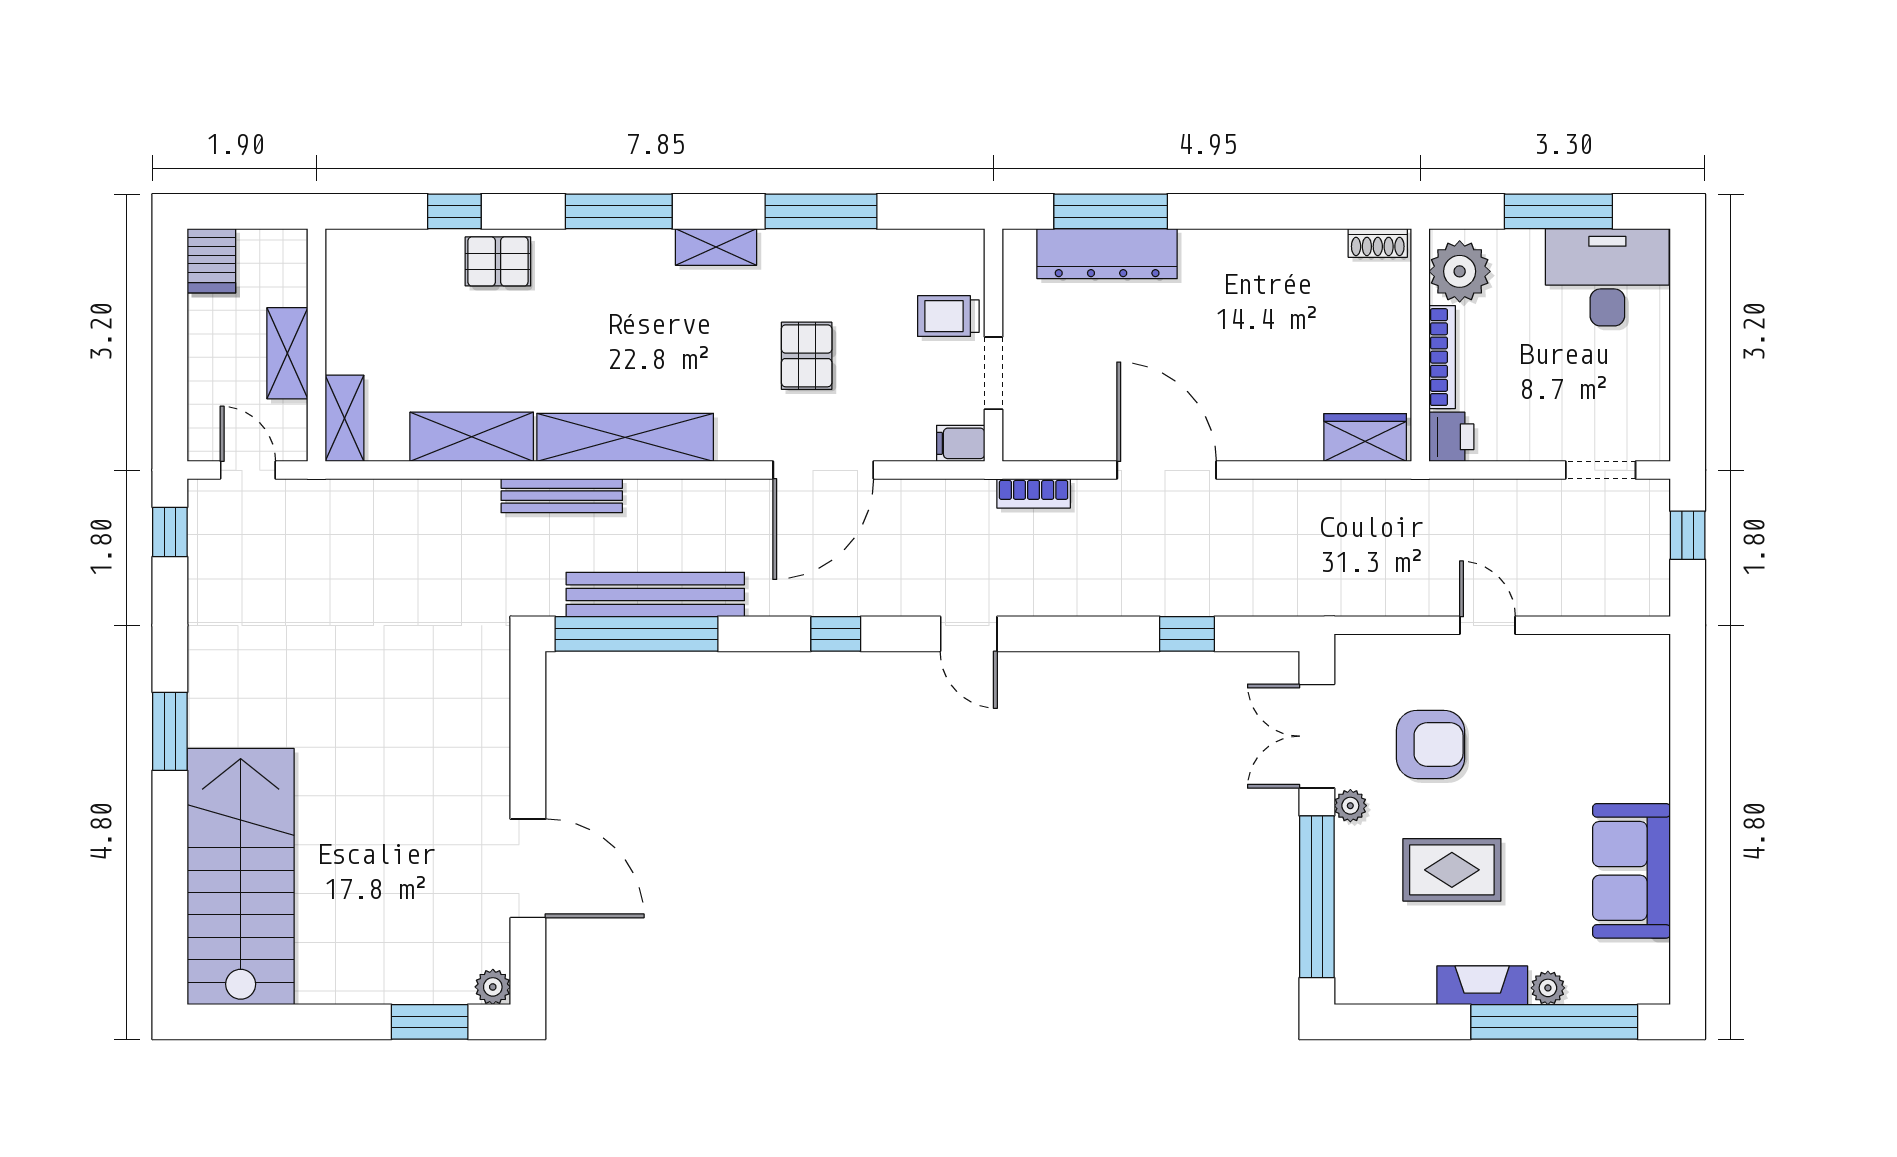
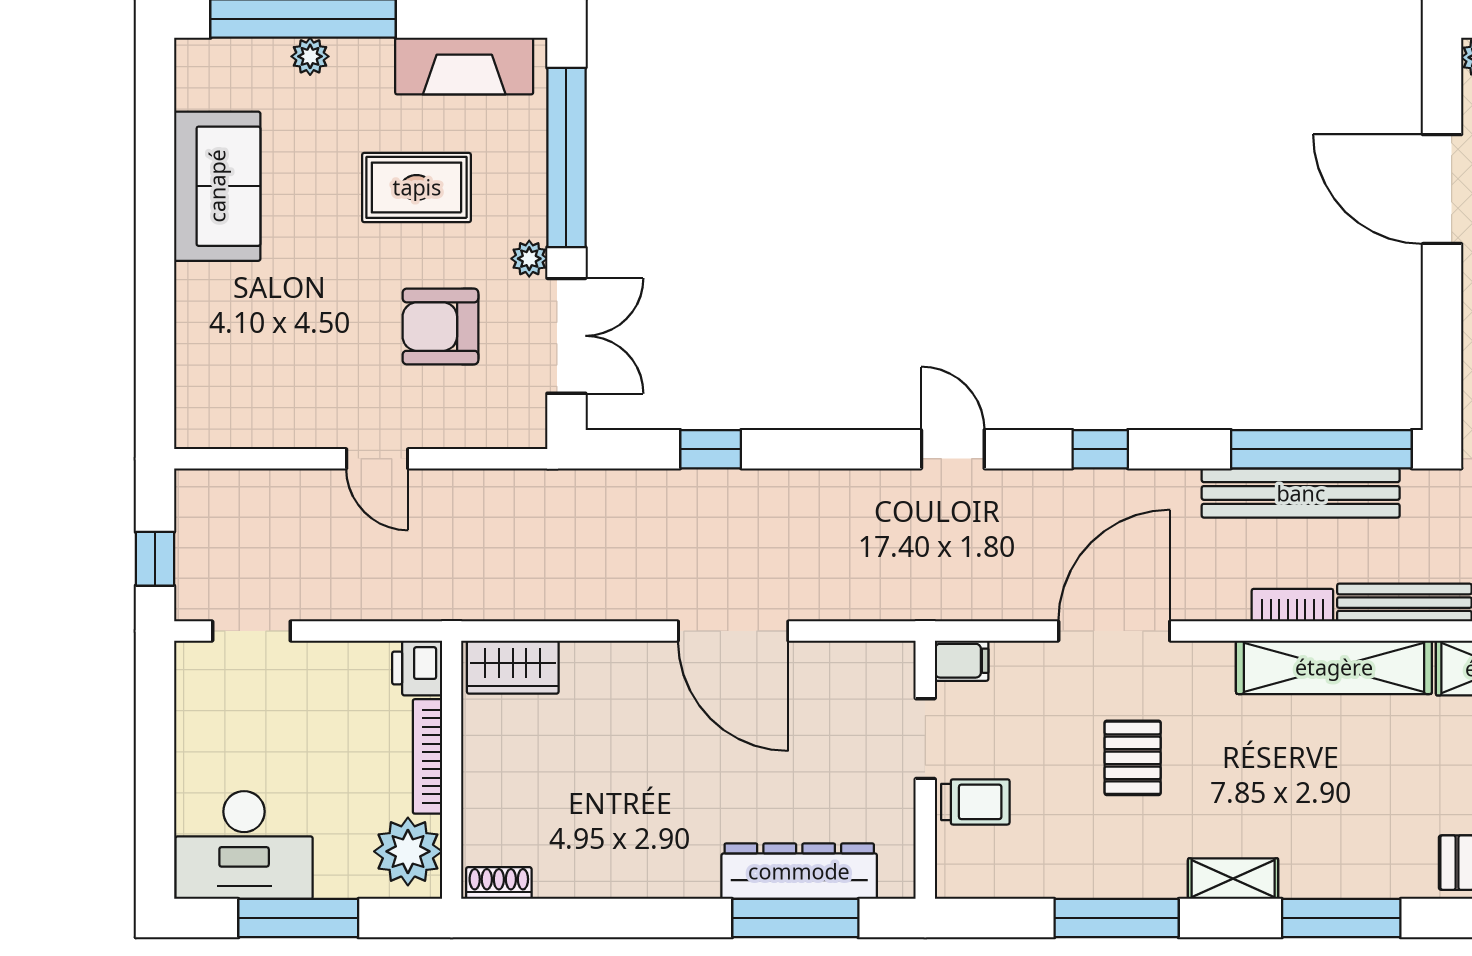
bookcase: (1034, 493) -> (1292, 605), moved
fireplace: (1482, 985) -> (464, 66), moved, width x1.37, depth x1.32

